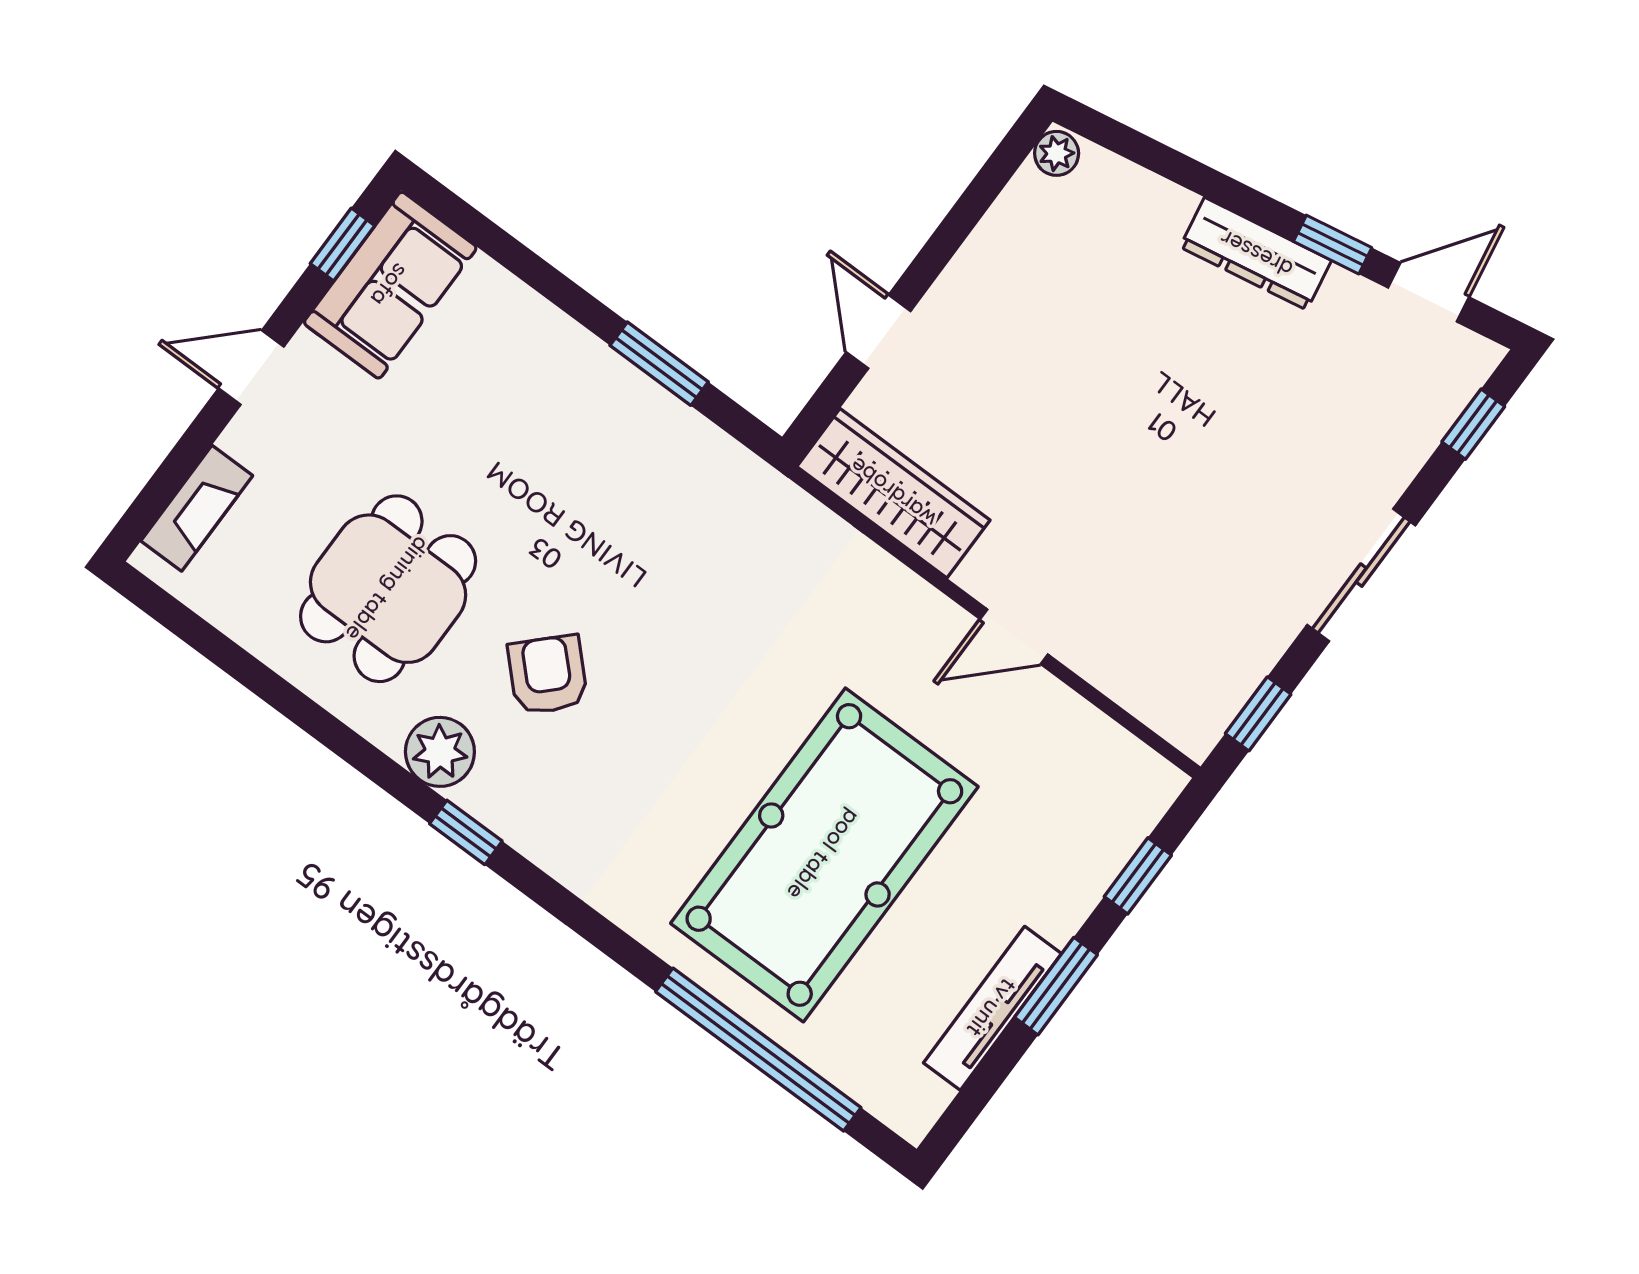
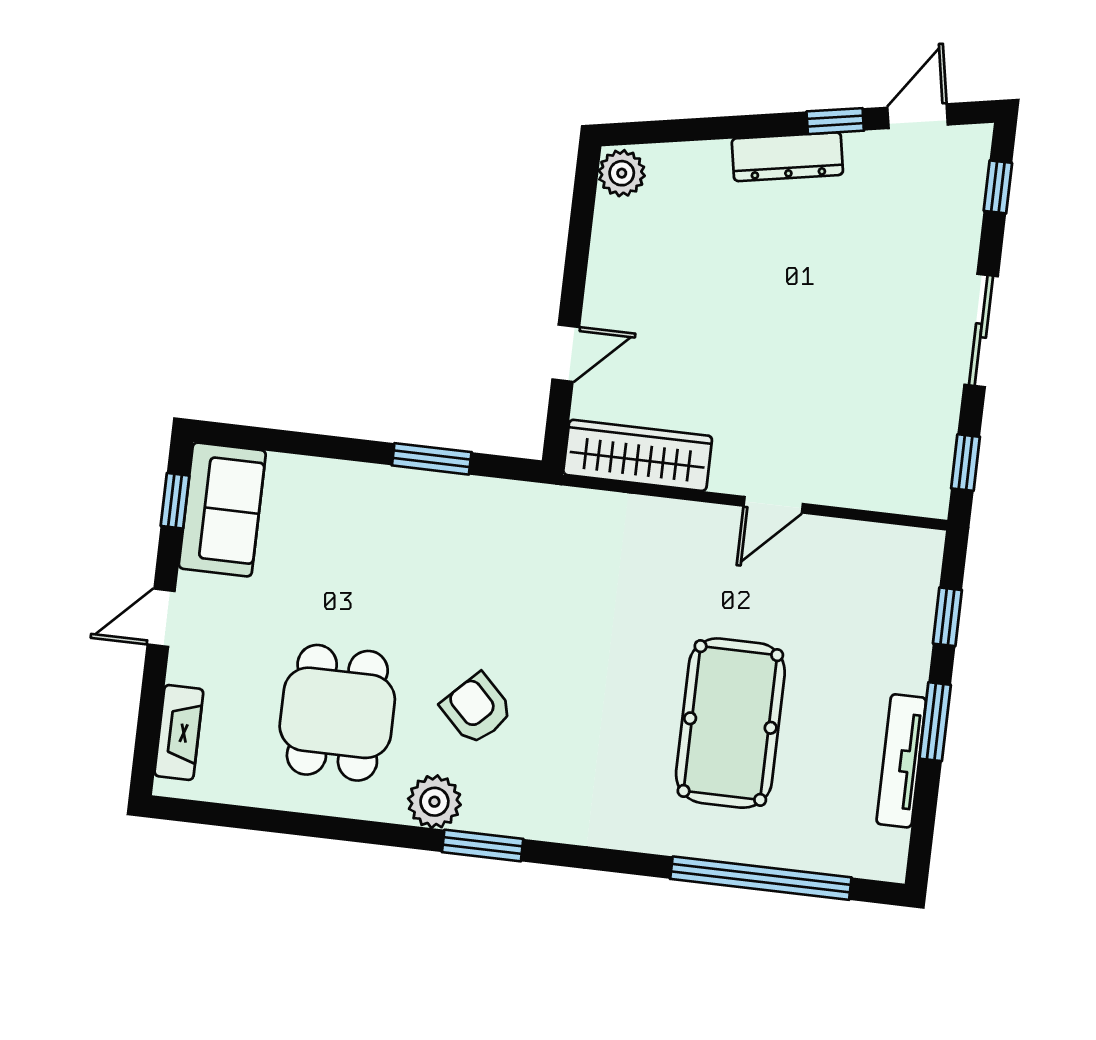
plant: (1057, 153) -> (622, 173), width x1.38, depth x1.38
door: (878, 332) -> (566, 353), swing flipped
window: (466, 832) -> (483, 846), width x1.50
pool table: (824, 855) -> (730, 723), width x0.73, depth x0.76

